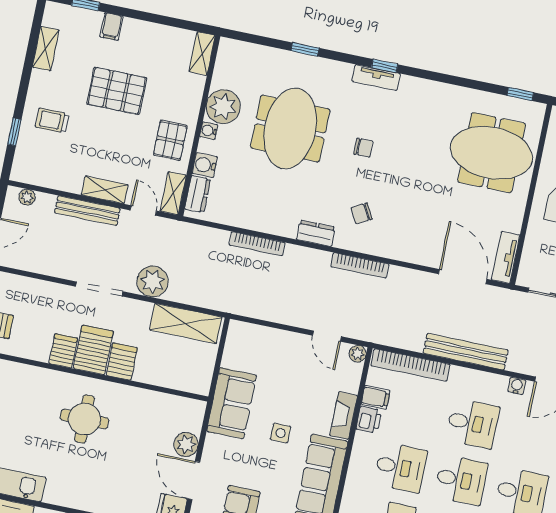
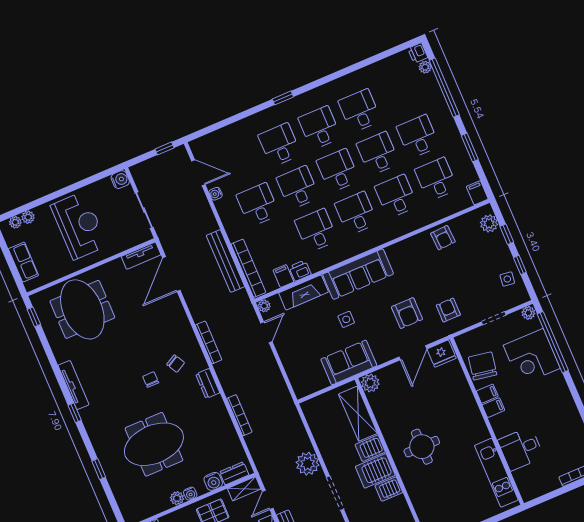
tv unit: (376, 78) -> (74, 385), moved, width x1.41
plant: (223, 107) -> (177, 498), width x0.53, depth x0.53
chair: (363, 148) -> (151, 380), moved
shelving: (186, 323) -> (358, 414), moved
bench: (466, 352) -> (225, 261), moved
fireplace: (344, 416) -> (304, 293), width x1.37, depth x1.32
plant: (186, 444) -> (370, 383), moved

